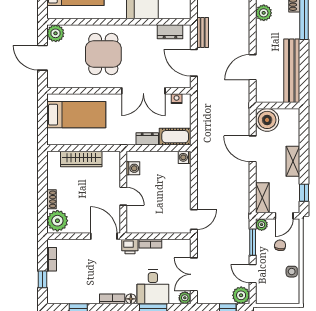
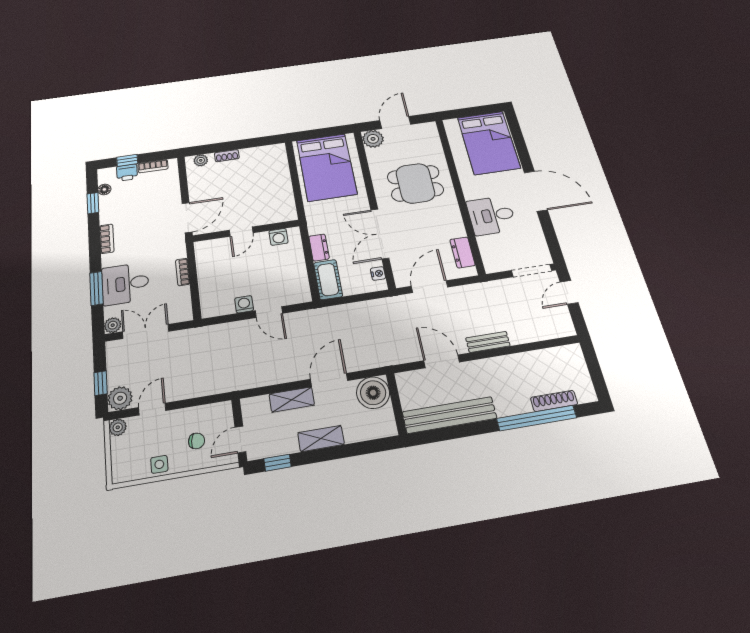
plant: (264, 13) -> (519, 364), removed
plant: (56, 33) -> (373, 139), moved
bench: (203, 33) -> (488, 342), moved
bed: (76, 115) -> (327, 167), width x1.50
washing machine: (185, 157) -> (244, 304), moved
wardrobe: (81, 159) -> (281, 179), removed
shelving: (262, 198) -> (292, 400), moved
door: (284, 216) -> (240, 440), hinge flipped
door: (194, 220) -> (269, 312), moved
plant: (57, 221) -> (201, 160), width x0.53, depth x0.53
plant: (262, 225) -> (118, 427), moved
window: (253, 242) -> (197, 402), removed
printer: (130, 246) -> (127, 173), moved, turned -90
floor lamp: (131, 299) -> (104, 189), moved

